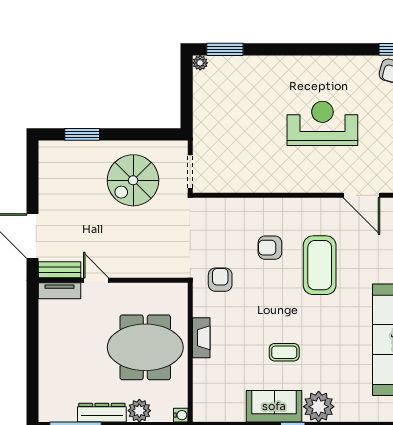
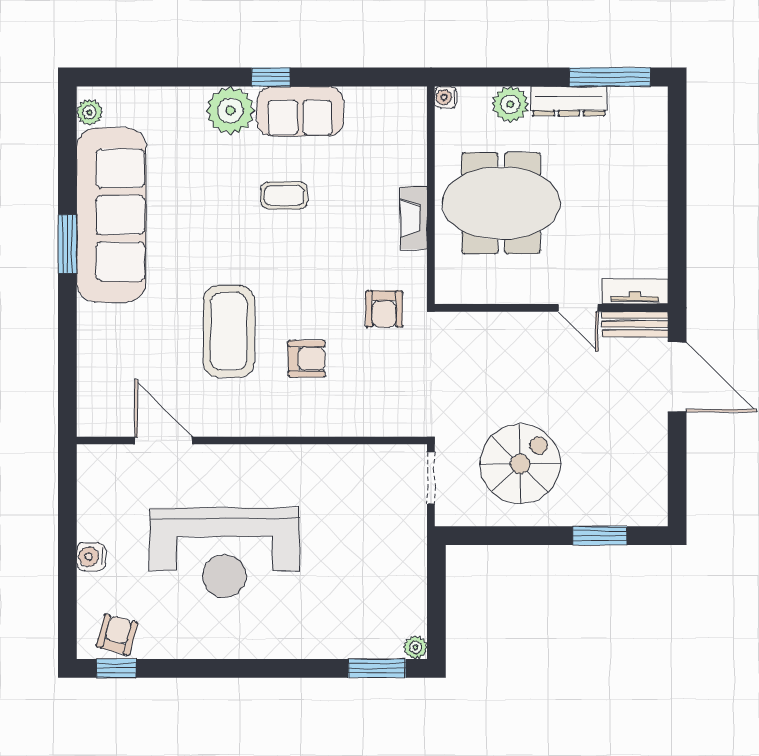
reception desk: (322, 123) -> (224, 553), width x1.36, depth x1.30

